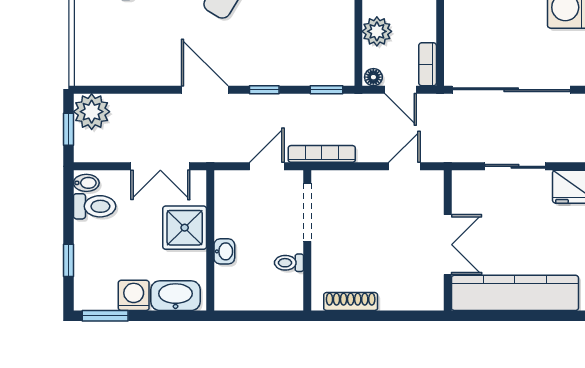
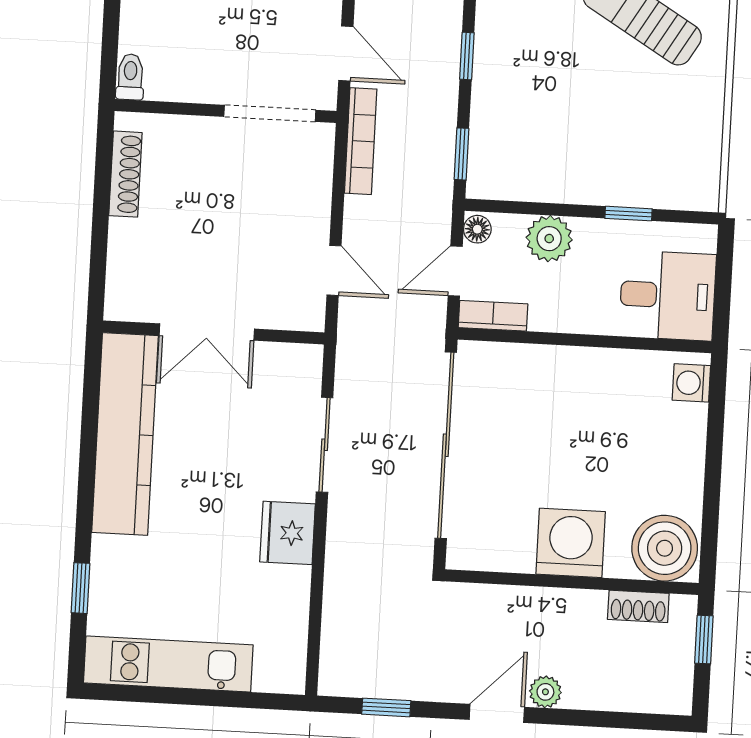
toilet: (289, 263) -> (130, 77), moved

